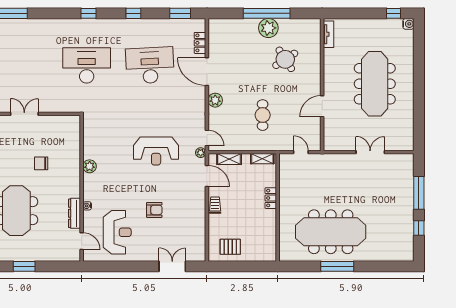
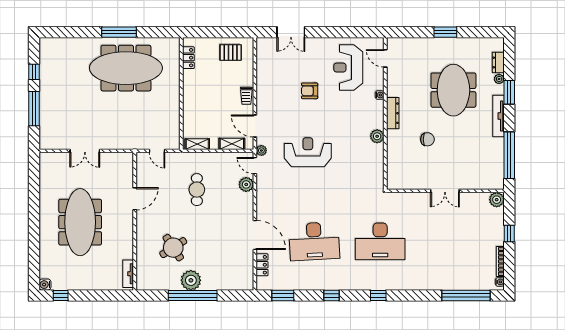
plant: (215, 100) -> (246, 184), moved
locker: (271, 198) -> (188, 58), moved
dresser: (75, 213) -> (393, 113), moved

